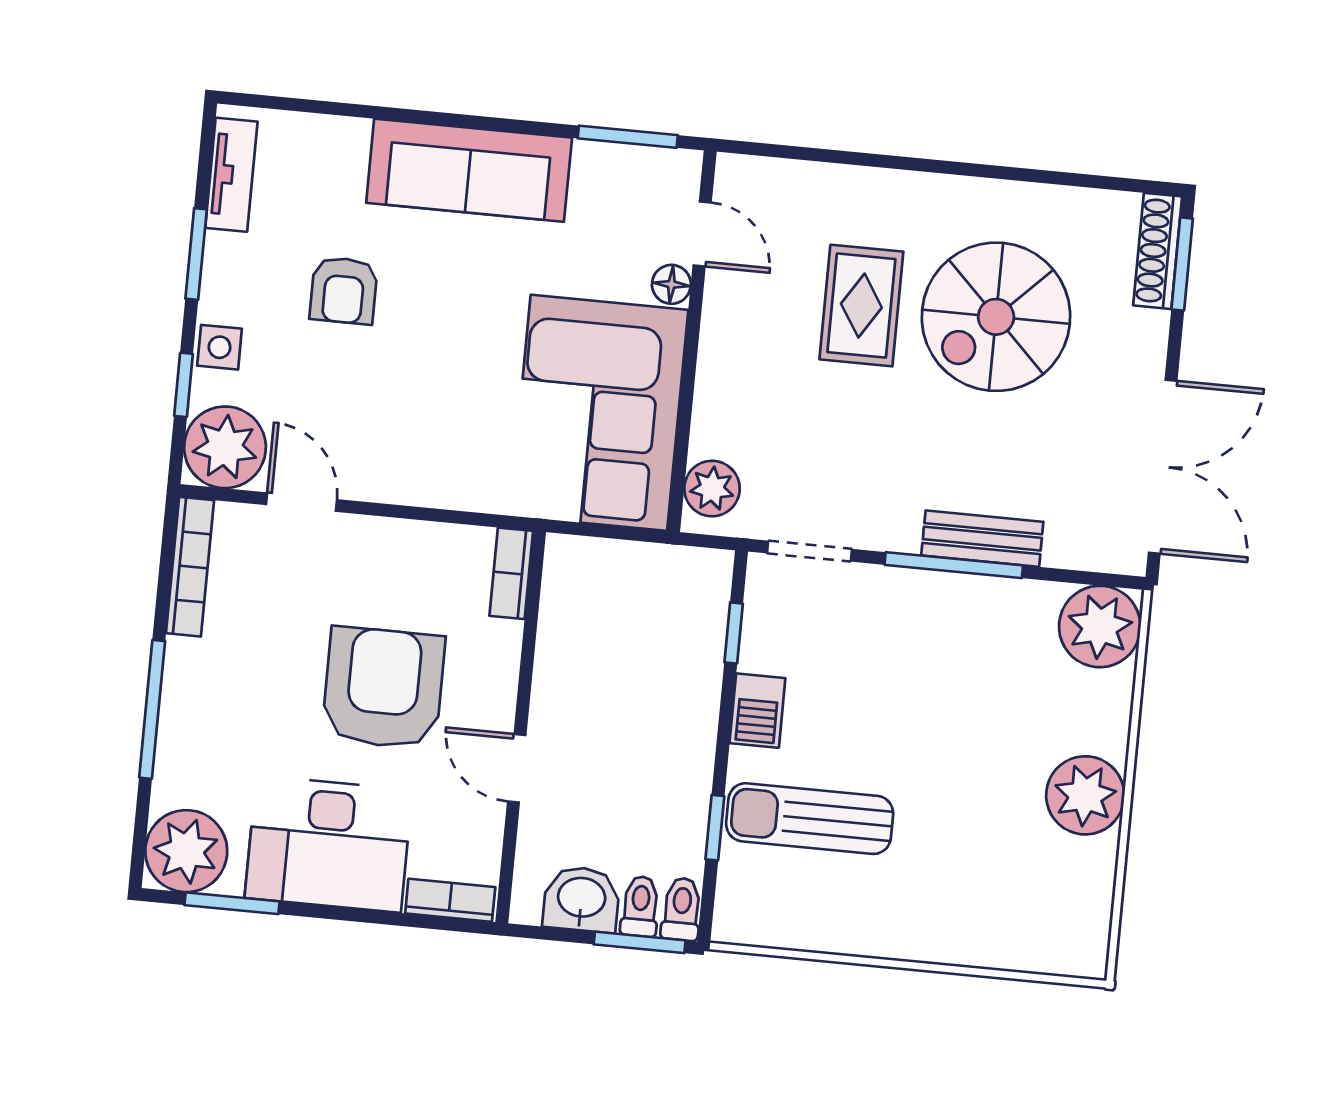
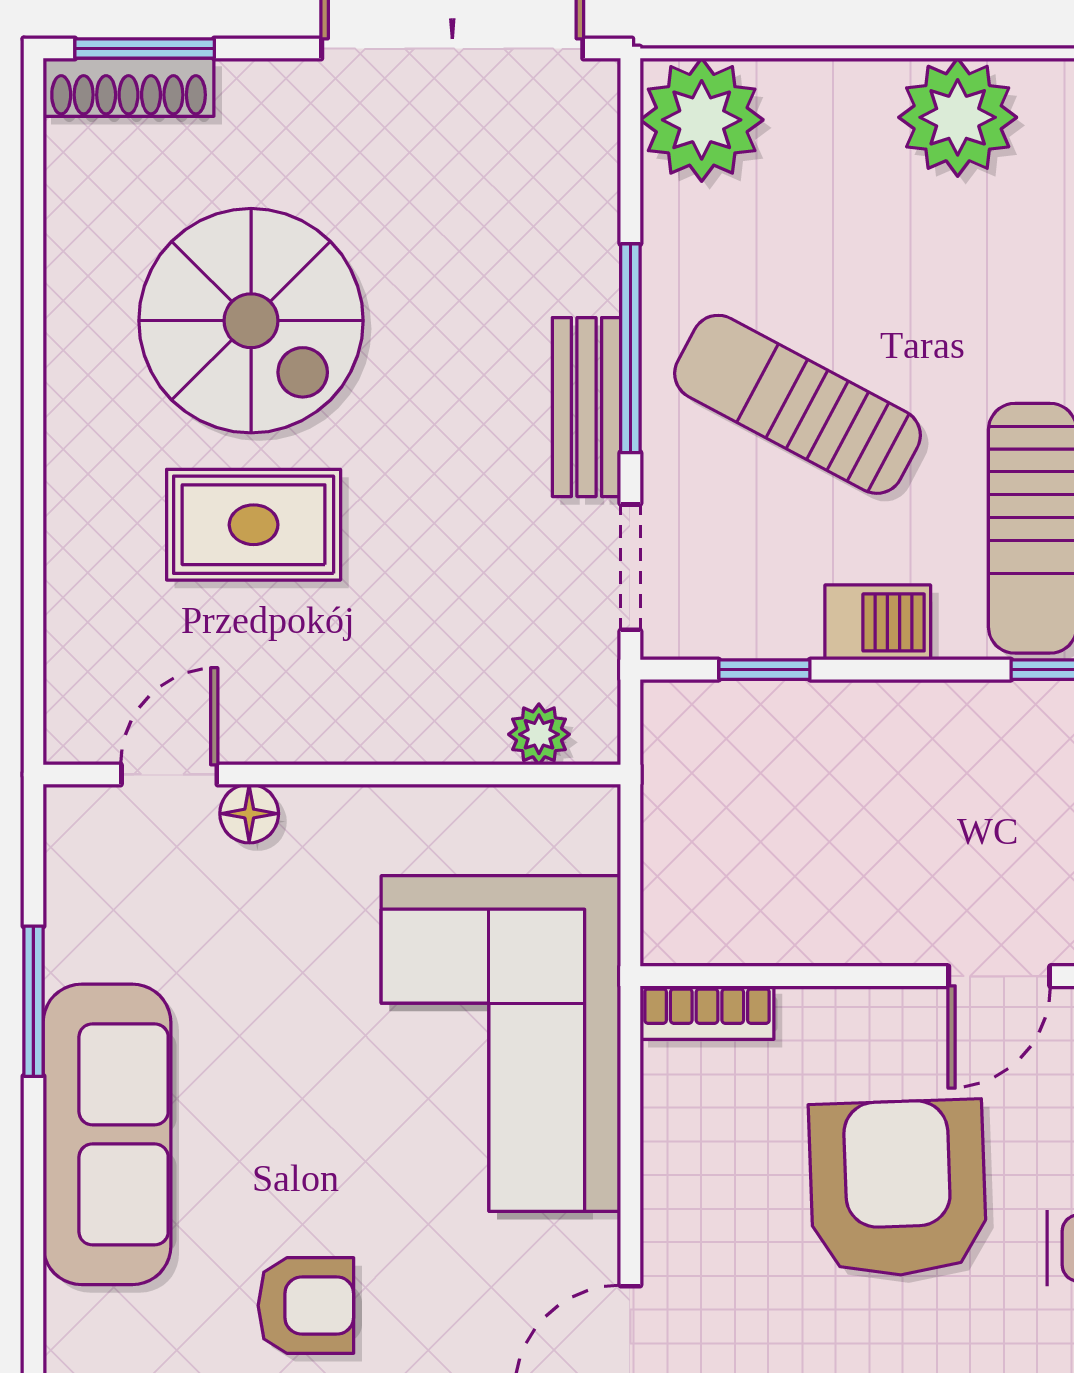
window: (628, 137) -> (33, 1001), moved
corner sofa: (599, 413) -> (501, 1043), moved, turned 90
plant: (712, 489) -> (539, 734), width x0.73, depth x0.73
bench: (982, 539) -> (587, 407), moved
sun lounger: (906, 672) -> (797, 404), added
armchair: (383, 688) -> (898, 1188), turned 88

